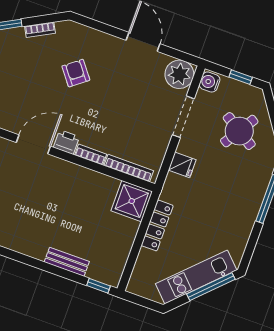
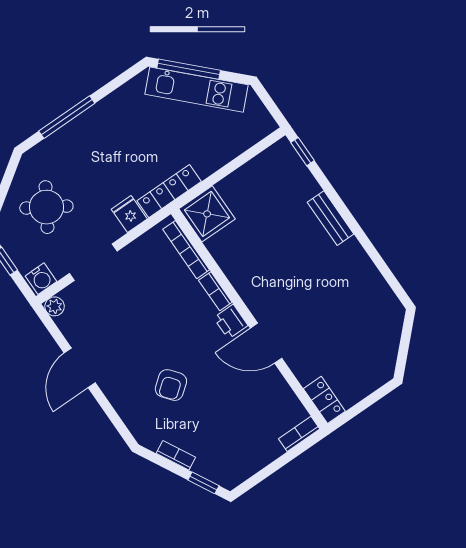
plant: (179, 74) -> (55, 306), width x0.53, depth x0.53
locker: (157, 225) -> (169, 191), moved
bench: (67, 262) -> (331, 218), moved

